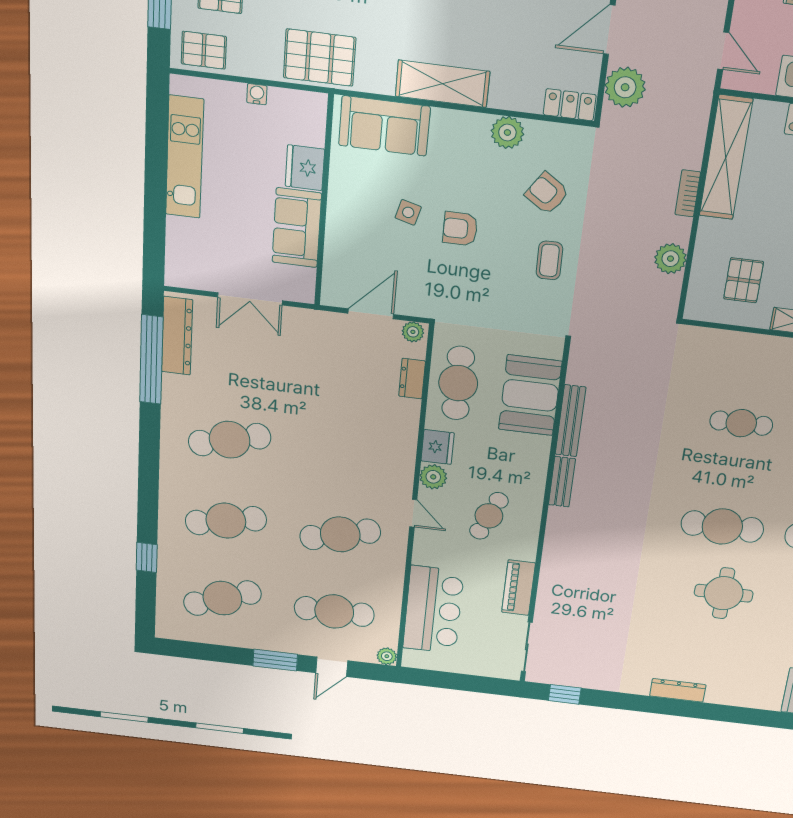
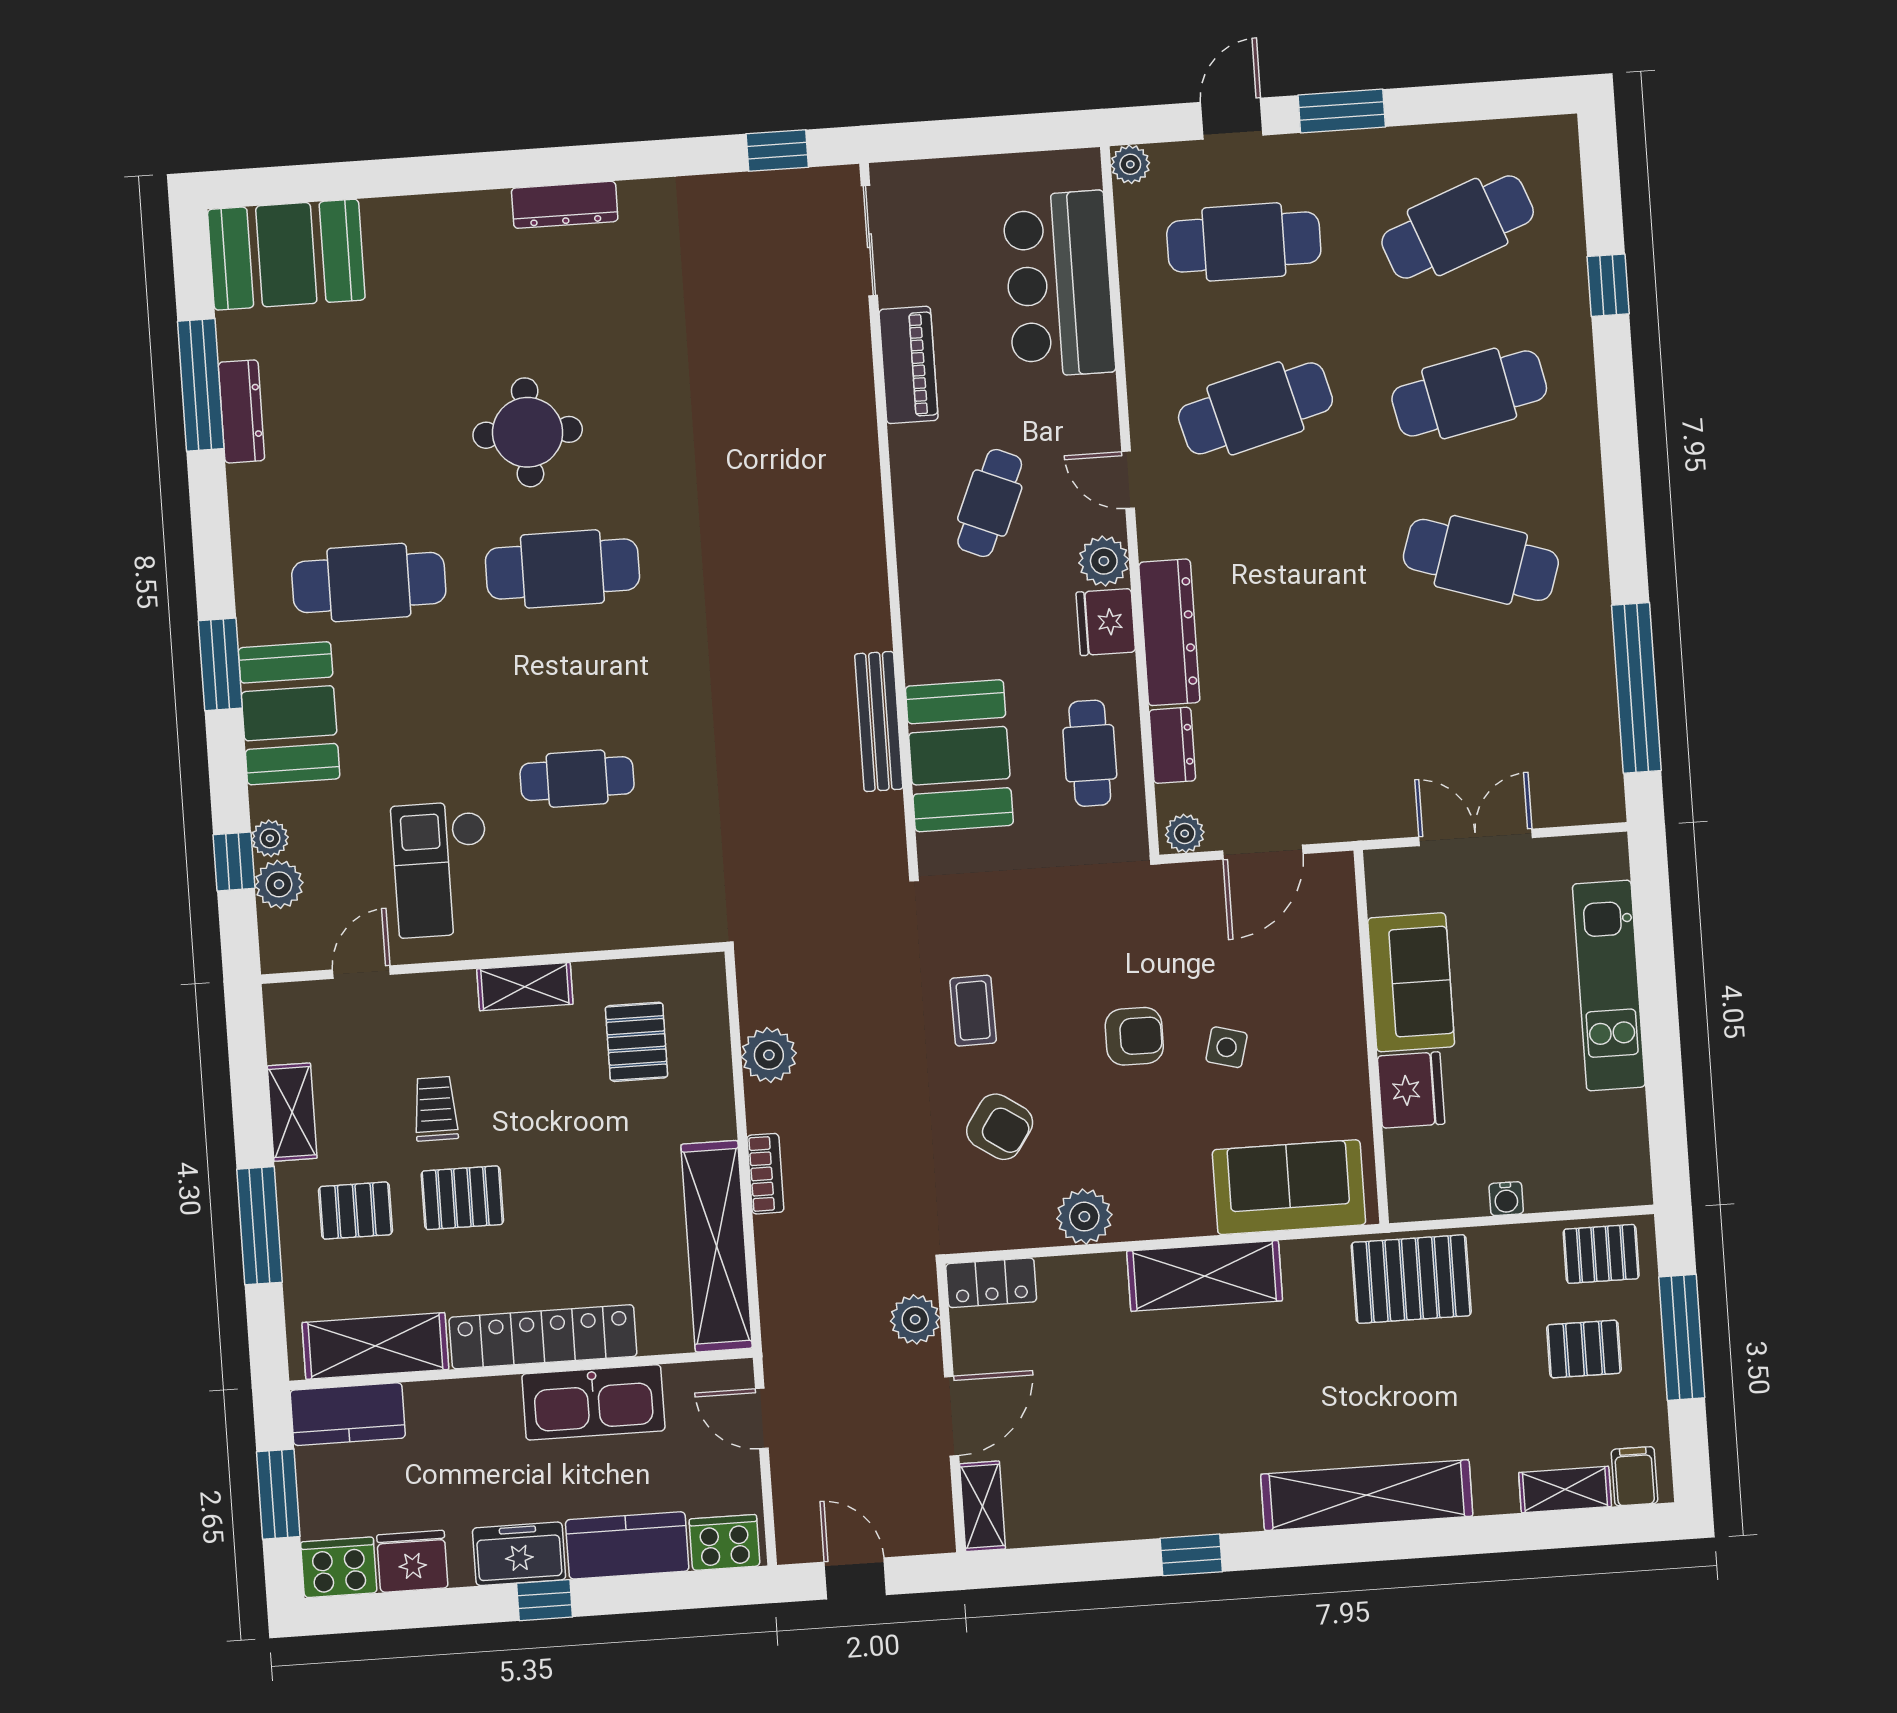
plant: (625, 87) -> (915, 1319), width x0.73, depth x0.73
kitchen unit: (185, 157) -> (1609, 985), moved
dresser: (177, 336) -> (1169, 632), moved, turned 180
cafe table: (458, 383) -> (1090, 753), width x0.73, depth x0.74
cafe table: (230, 440) -> (1481, 560), turned 33
bench: (562, 482) -> (871, 599), removed

